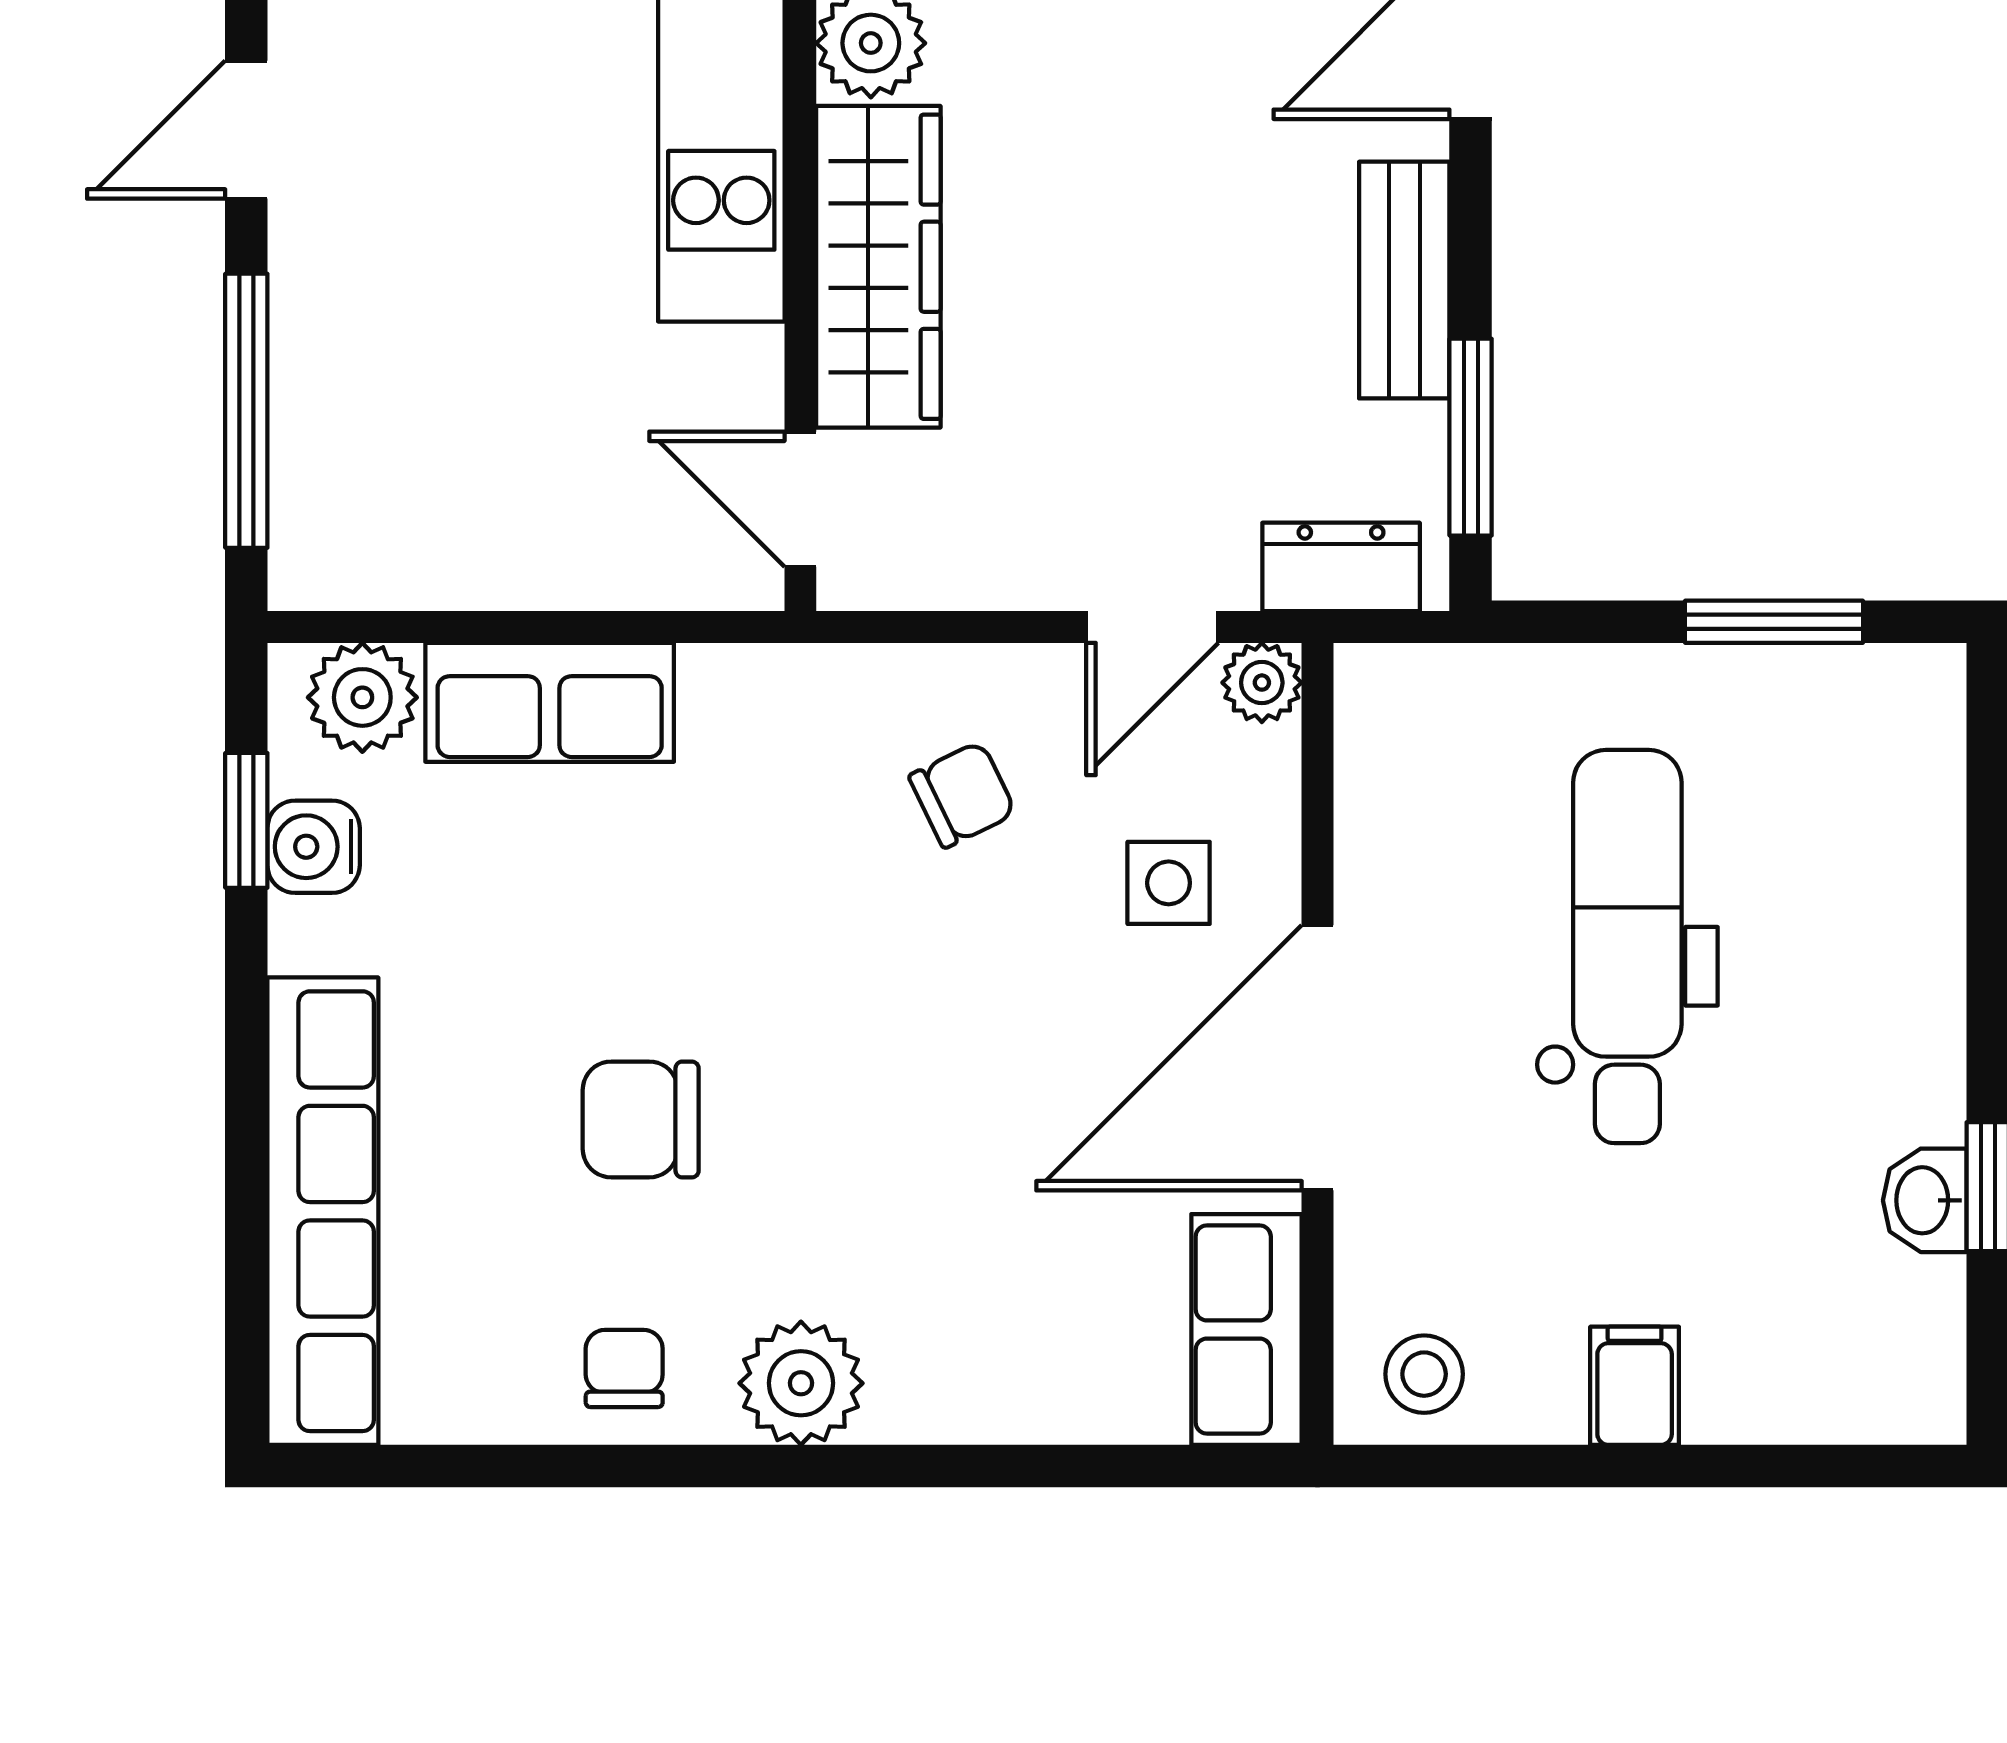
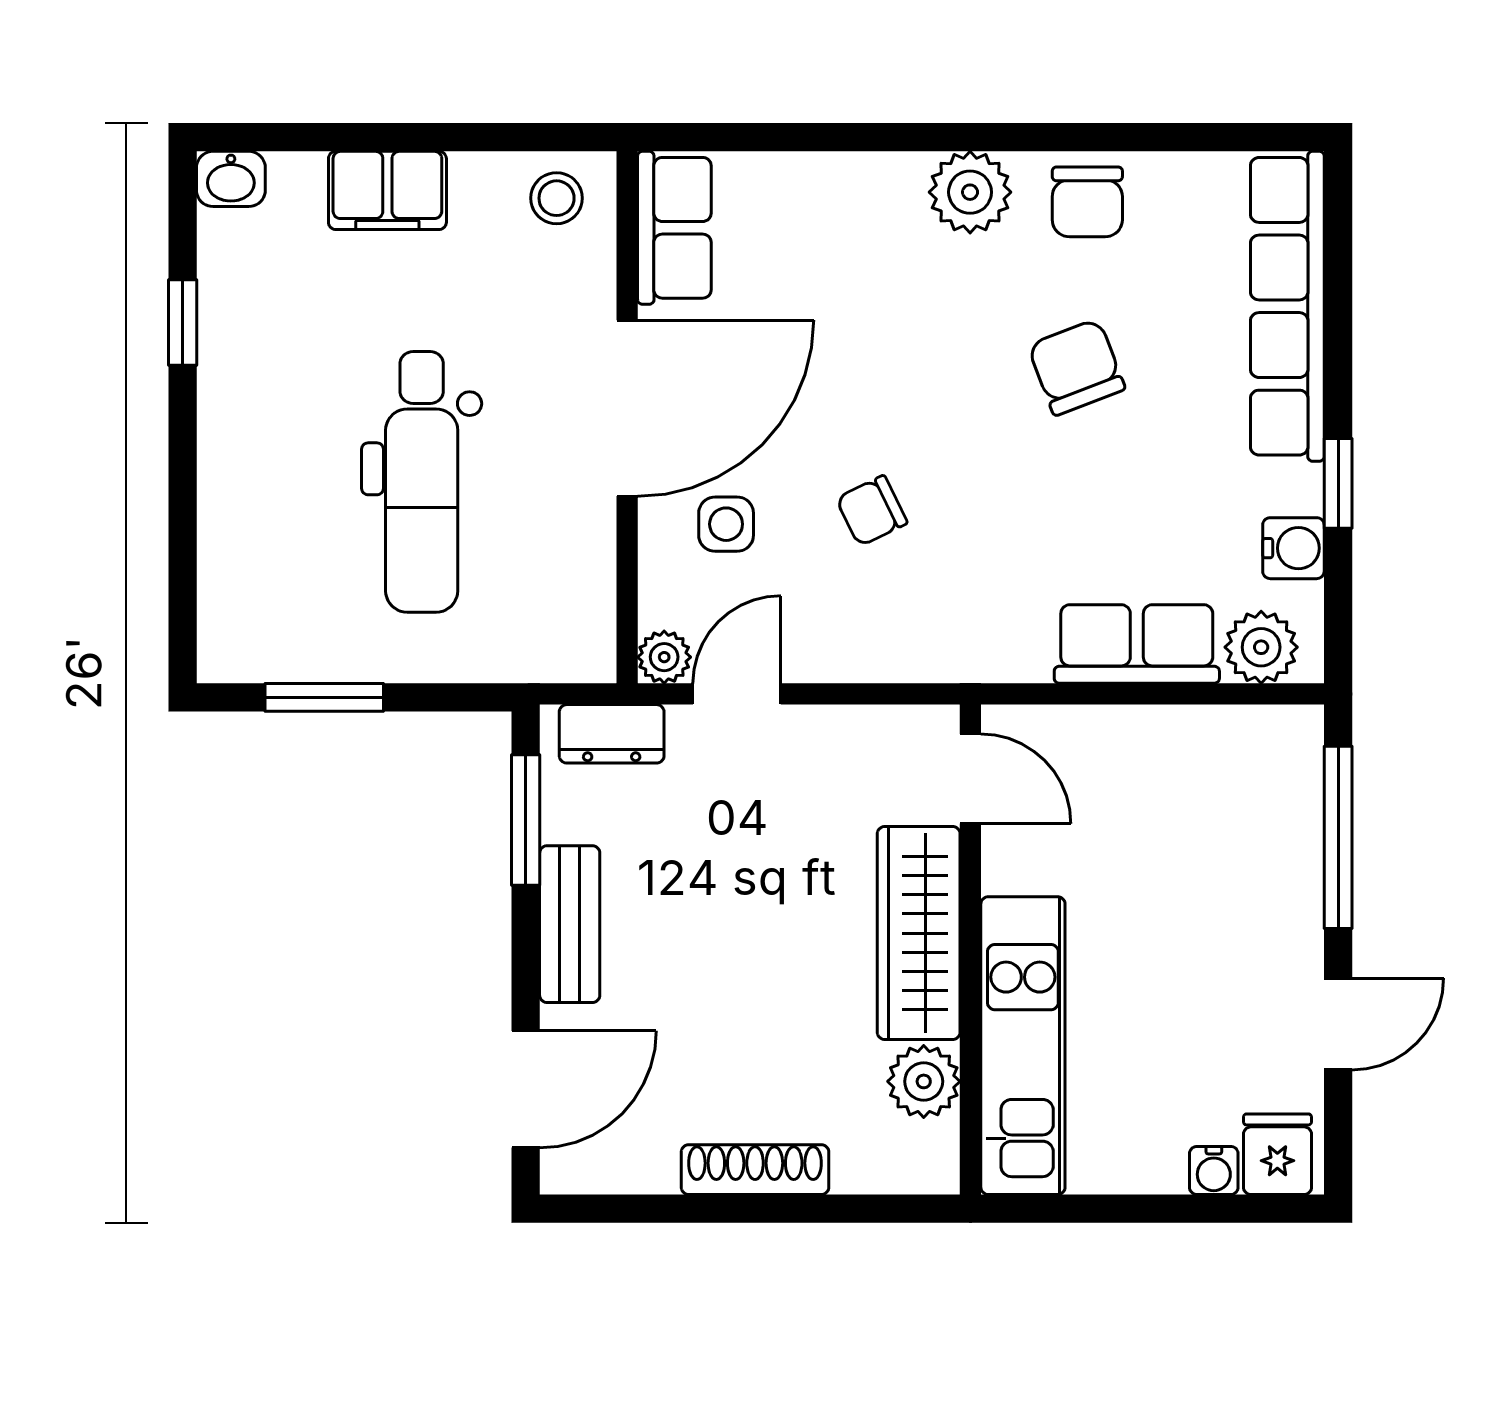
chair: (962, 795) -> (872, 511), moved
window: (246, 820) -> (1338, 483), moved
chair: (641, 1119) -> (1076, 367), turned -111
washbasin: (1925, 1200) -> (231, 179), moved, turned 90
chair: (624, 1369) -> (1087, 202), width x1.37, depth x1.37
filing cabinet: (1635, 1386) -> (387, 190), width x2.00

